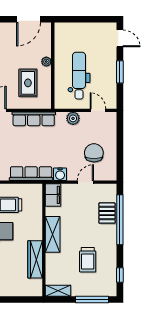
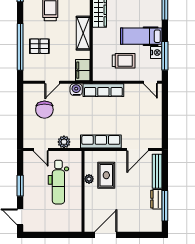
plant: (46, 62) -> (89, 179), moved
pallet: (107, 213) -> (39, 46), moved, turned 90

